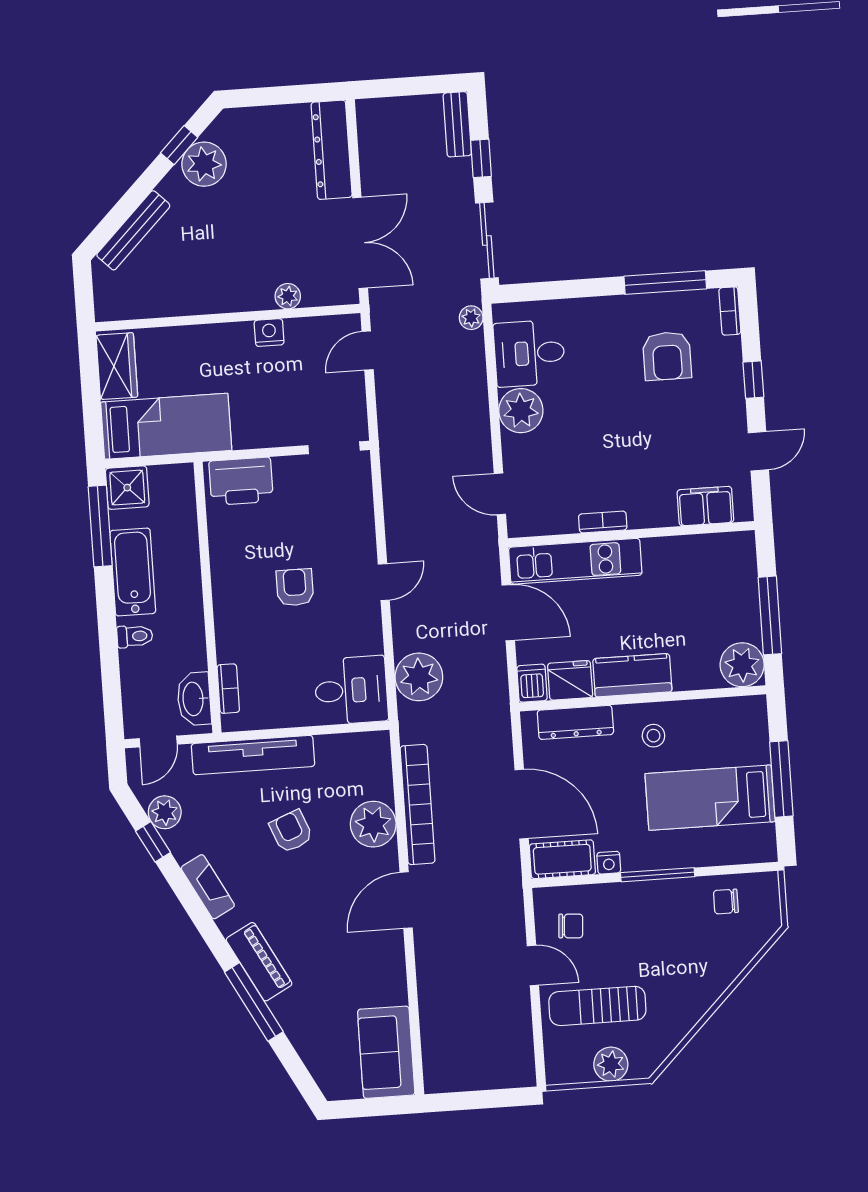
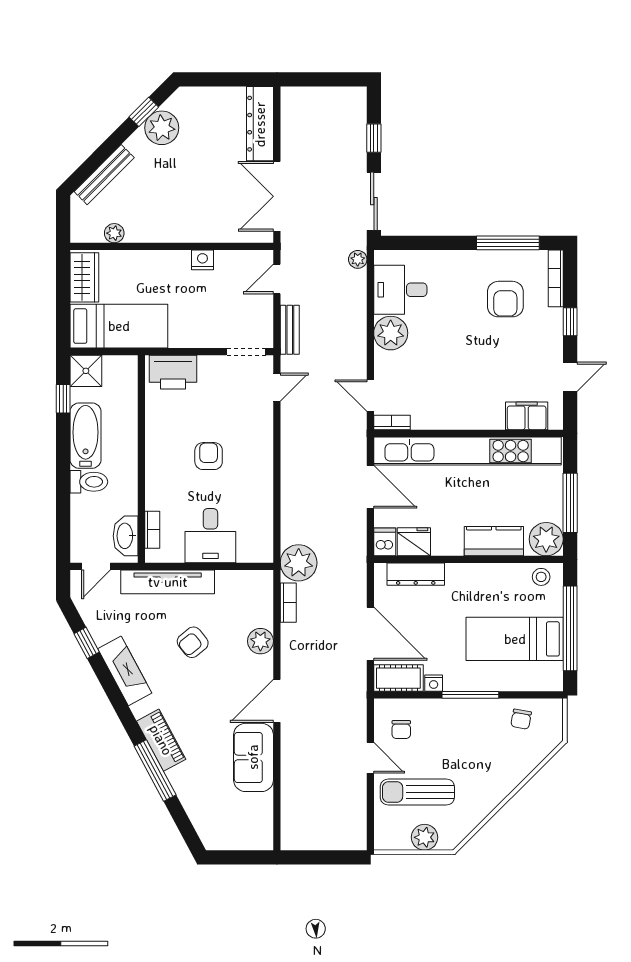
bench: (457, 124) -> (290, 330), moved
double door: (360, 243) -> (277, 196), swing flipped
plant: (288, 296) -> (114, 233), moved
bookcase: (730, 311) -> (556, 278), width x1.56
bookcase: (603, 522) -> (392, 423), moved
window: (100, 526) -> (63, 399), width x0.46
kitchen unit: (575, 561) -> (467, 451), width x1.86
door: (384, 582) -> (277, 387), moved
toilet: (135, 636) -> (89, 482), width x1.37, depth x1.39
kitchen counter: (632, 675) -> (494, 541), moved
plant: (419, 677) -> (299, 563), moved
desk: (351, 690) -> (210, 536), moved, turned 90
stool: (653, 736) -> (541, 577), moved
window: (781, 779) -> (570, 628), width x1.46
bookcase: (417, 805) -> (288, 603), width x0.43, depth x0.76
plant: (165, 812) -> (97, 621), removed
plant: (373, 824) -> (260, 641), width x0.73, depth x0.73
armchair: (291, 831) -> (193, 642), turned -107
fireplace: (208, 887) -> (125, 671), width x1.37, depth x1.32
chair: (726, 901) -> (521, 719), turned -80
chair: (571, 926) -> (401, 730), turned 86
sofa: (386, 1052) -> (253, 757), moved

